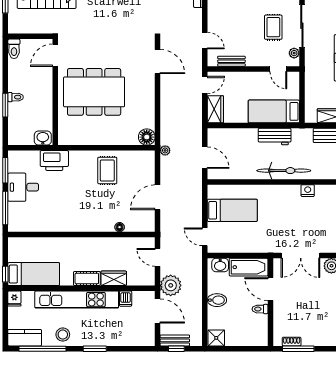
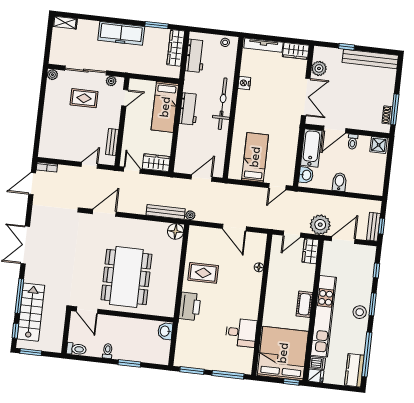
toilet: (16, 97) -> (108, 351), moved
bench: (166, 125) -> (166, 212), added
printer: (54, 161) -> (190, 306), moved
desk: (23, 187) -> (241, 333), moved, turned -90
bed: (34, 274) -> (283, 353), width x2.04
wardrobe: (114, 278) -> (310, 251), moved
dishwasher: (126, 299) -> (317, 363), moved
stool: (63, 335) -> (360, 312), moved
shower: (216, 338) -> (379, 145), moved
window: (130, 349) -> (376, 270), added

